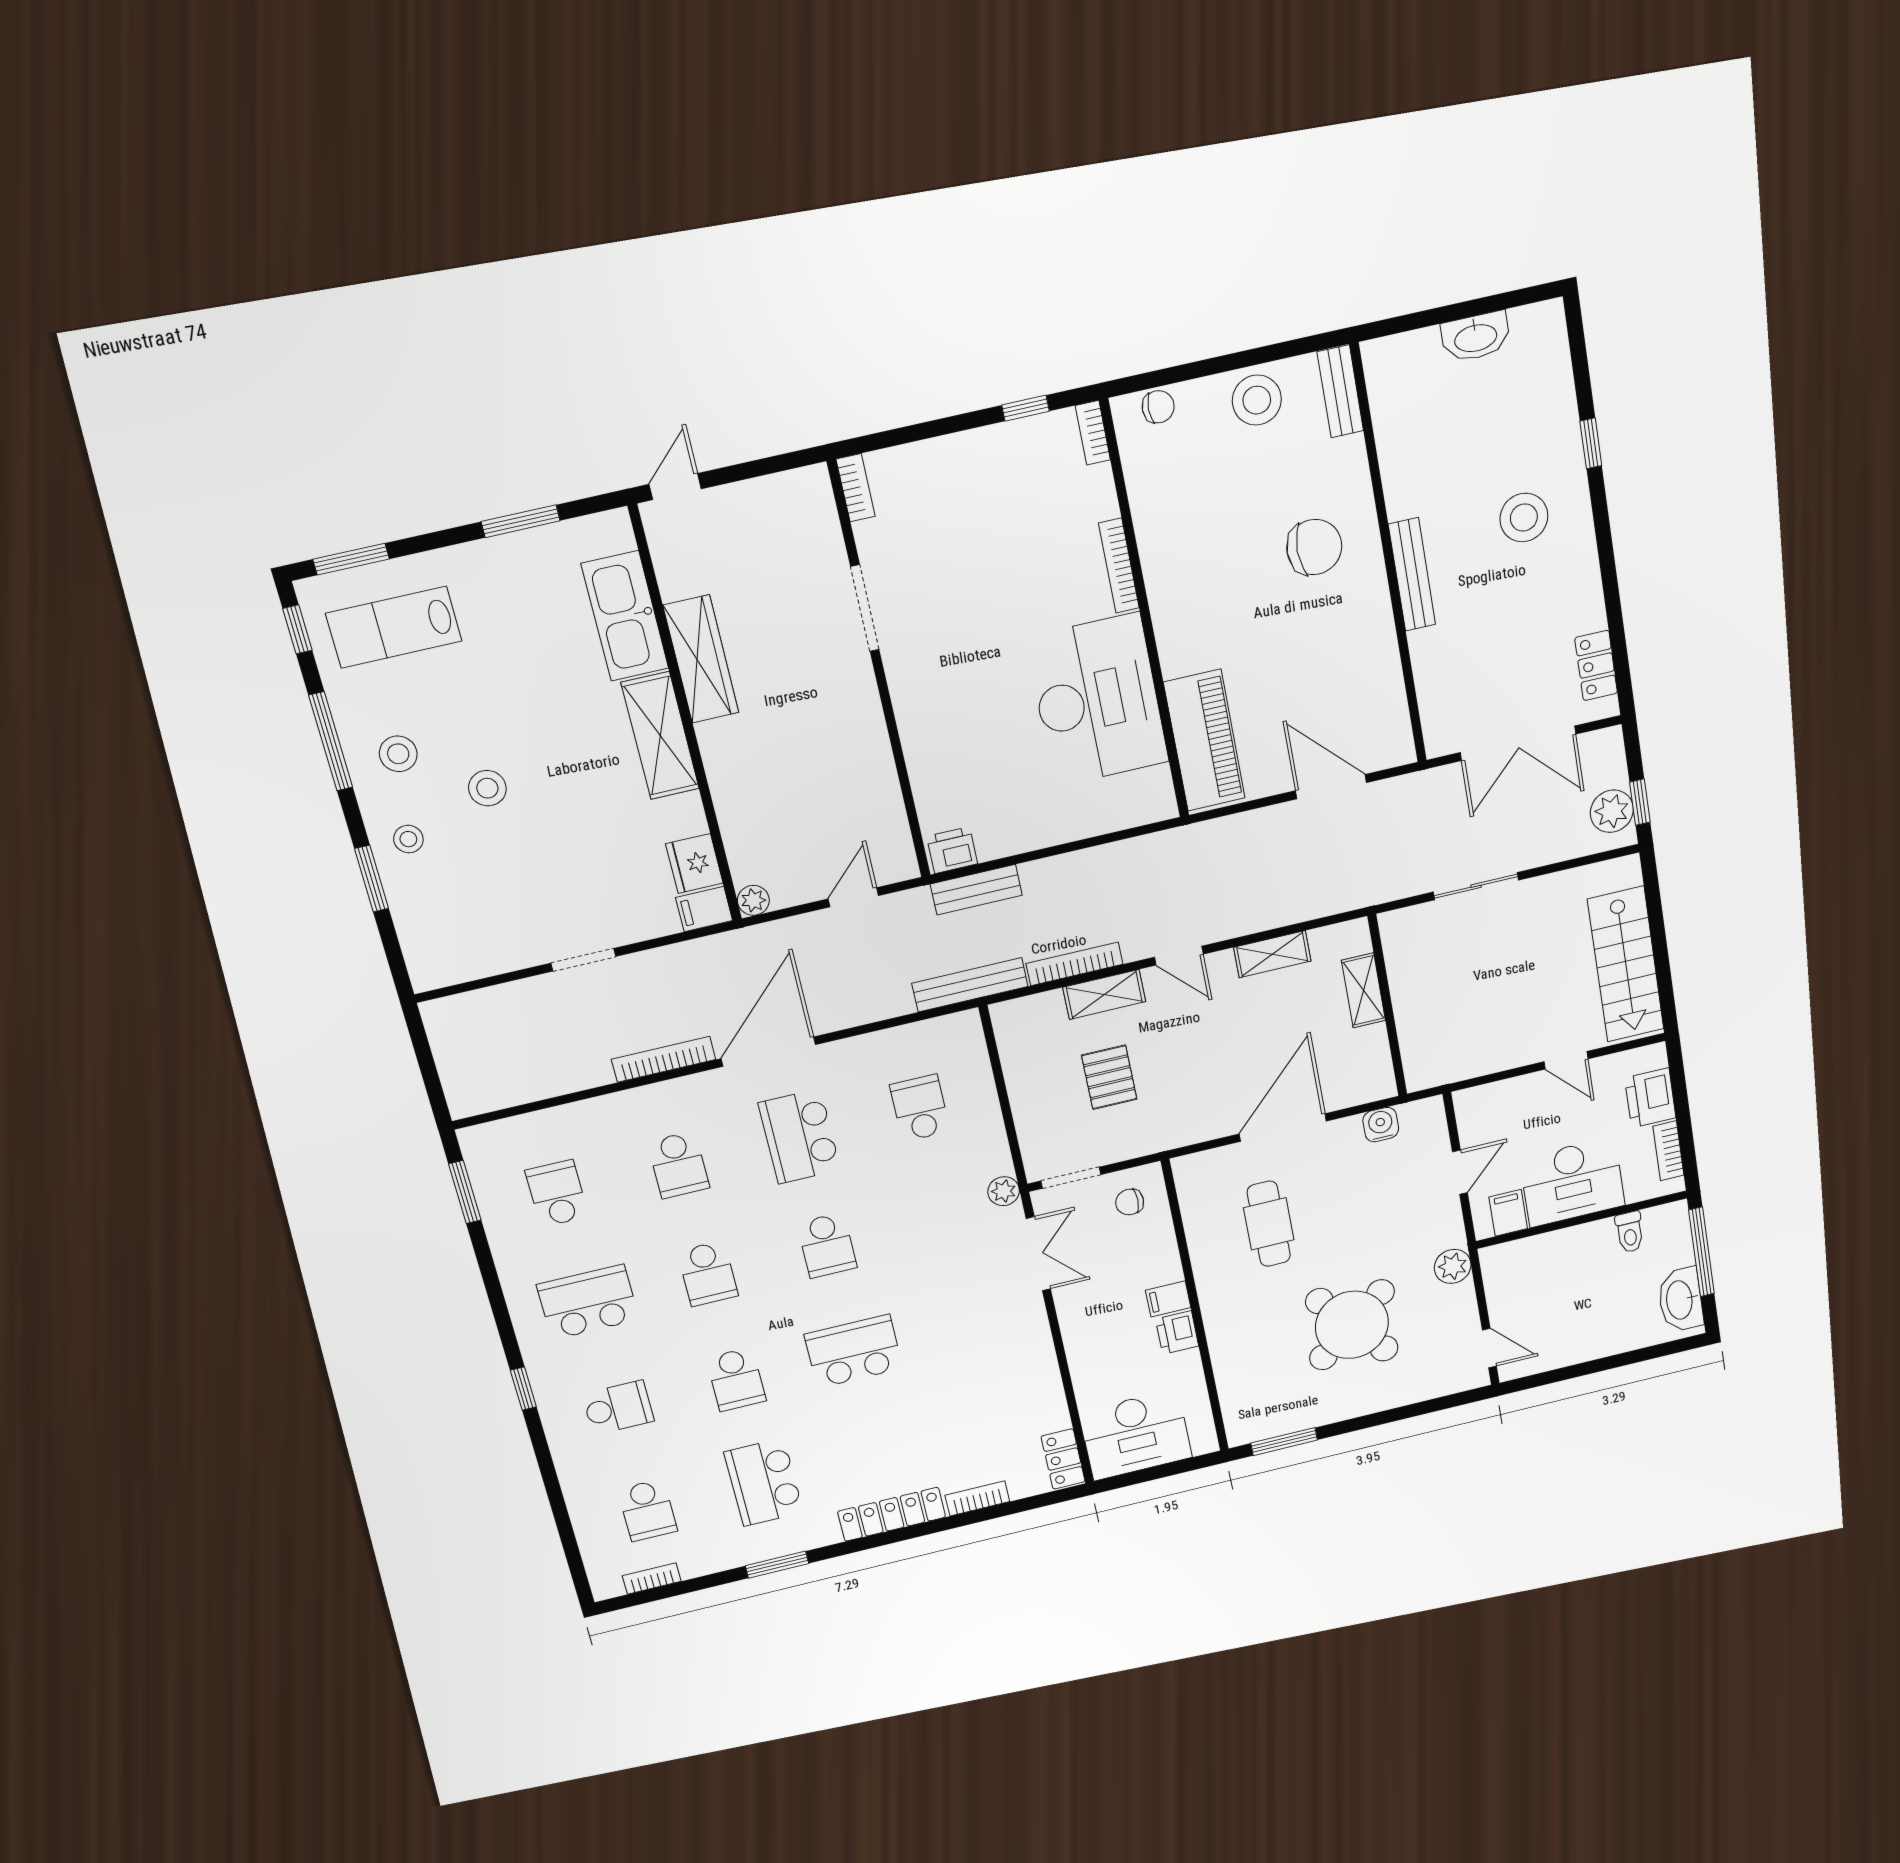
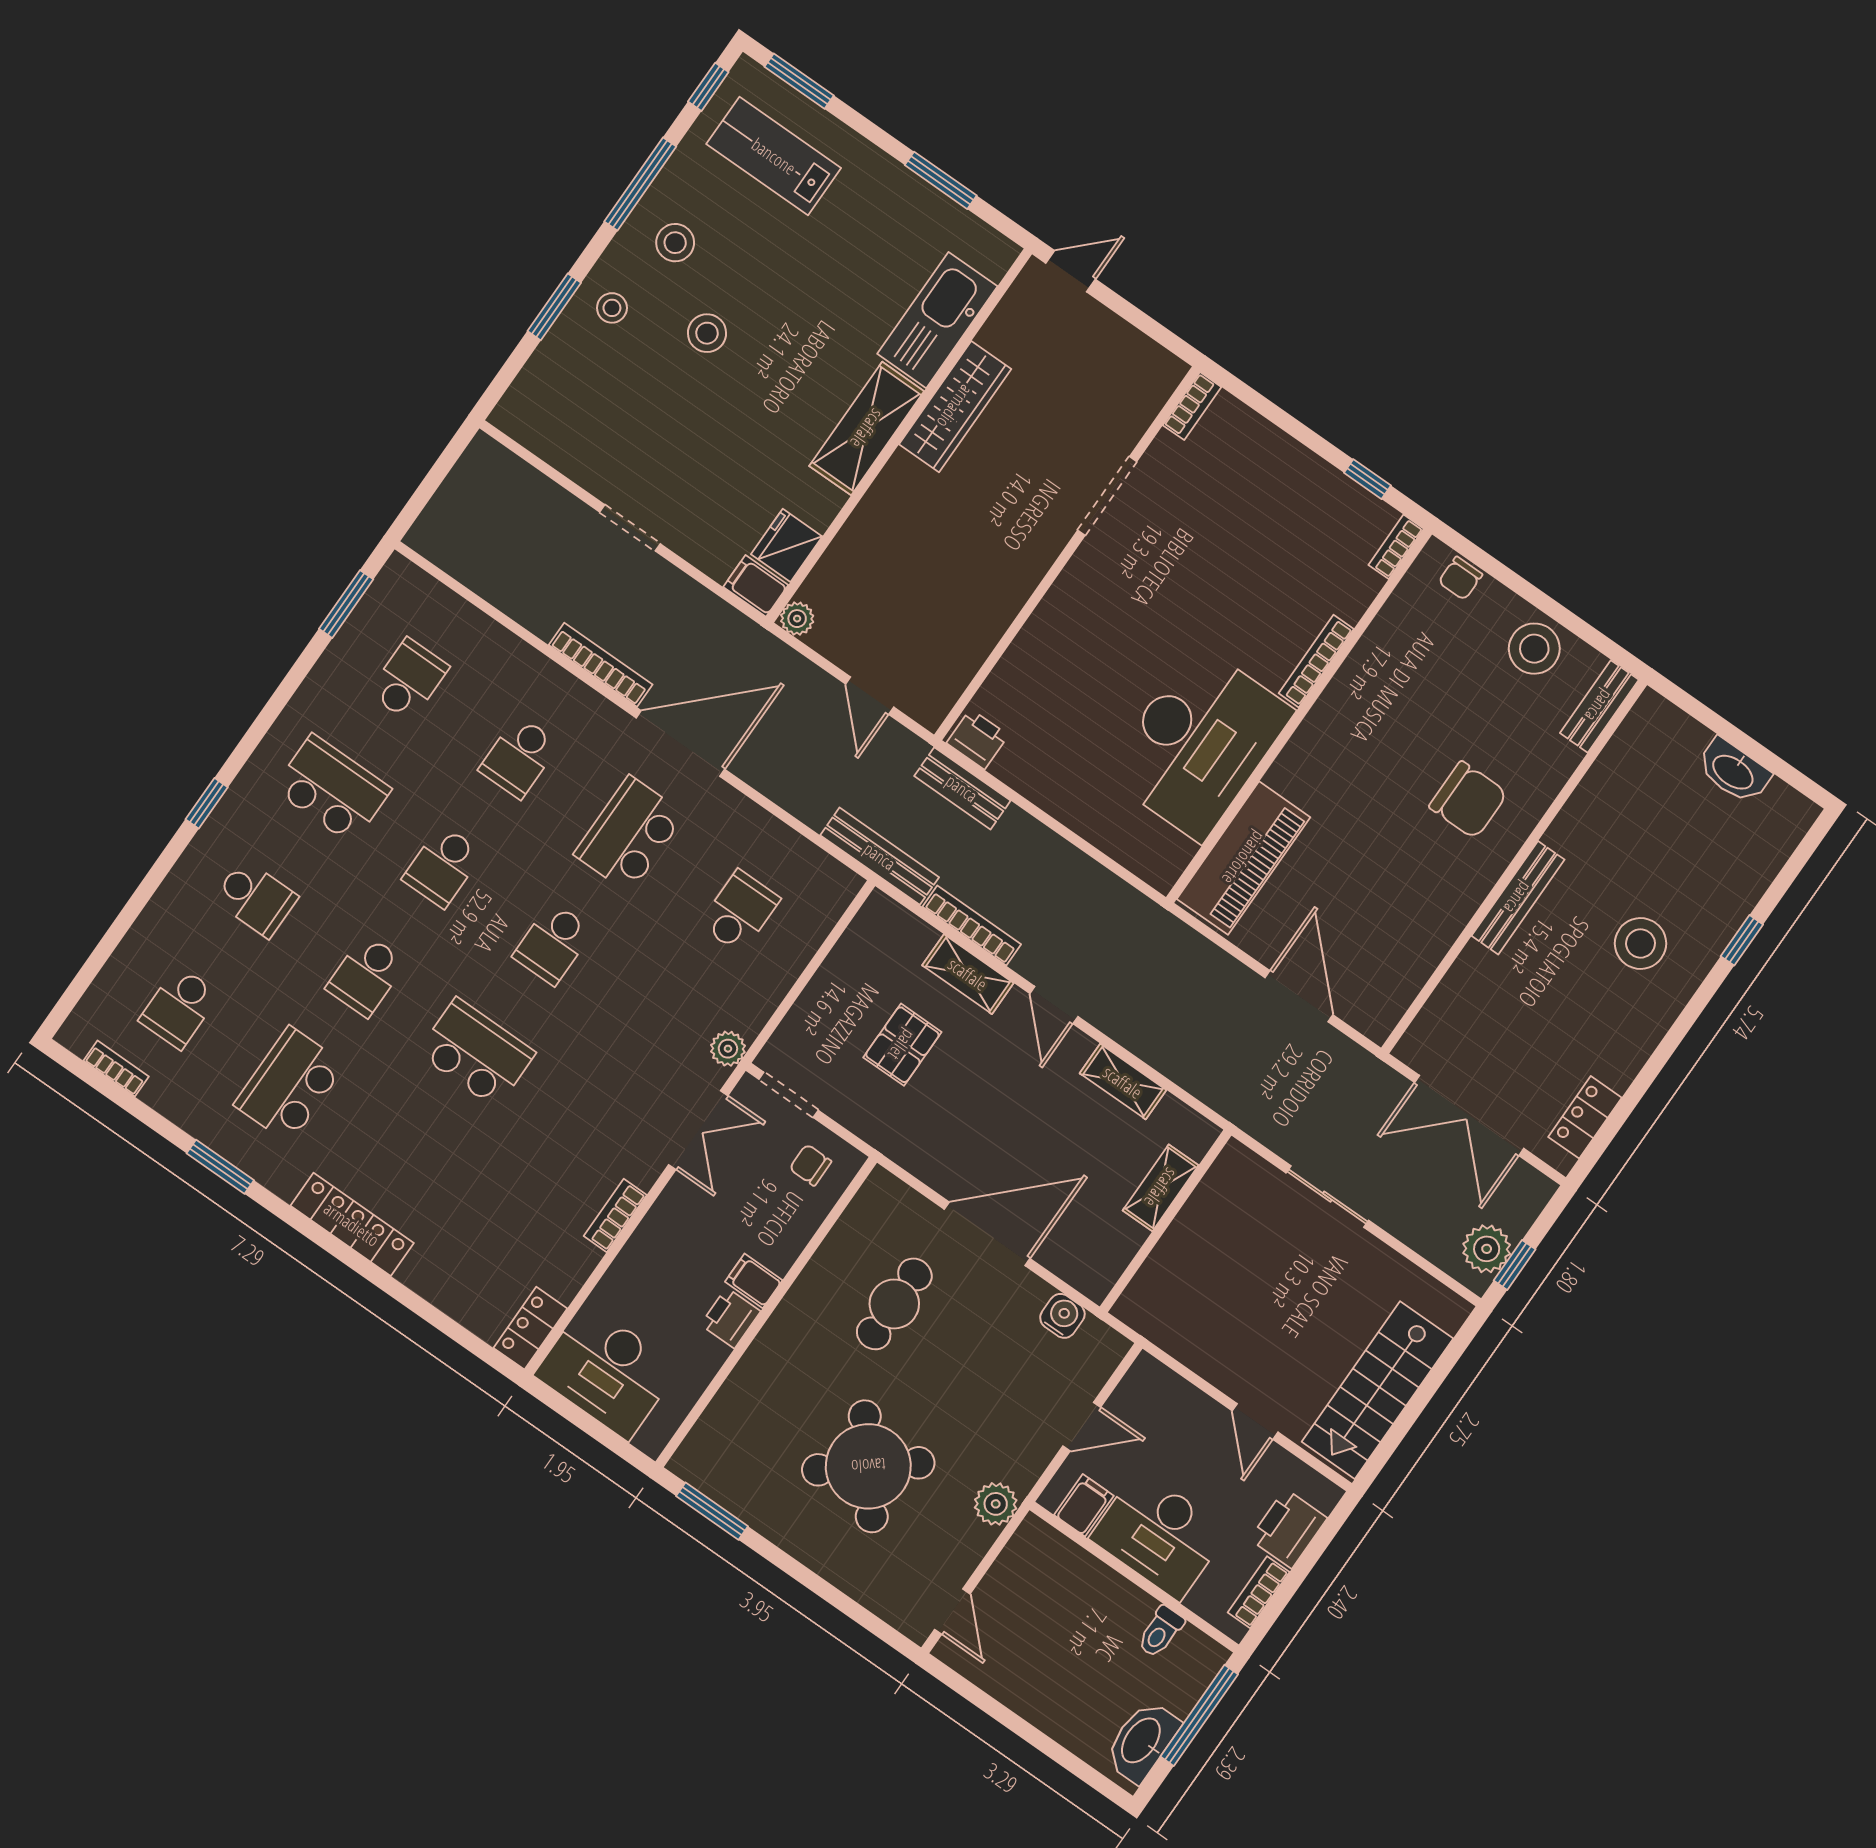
chair: (1158, 407) -> (1460, 578), turned 90
door: (853, 897) -> (870, 696), swing flipped
bookcase: (977, 1498) -> (615, 1215), moved, turned -90

